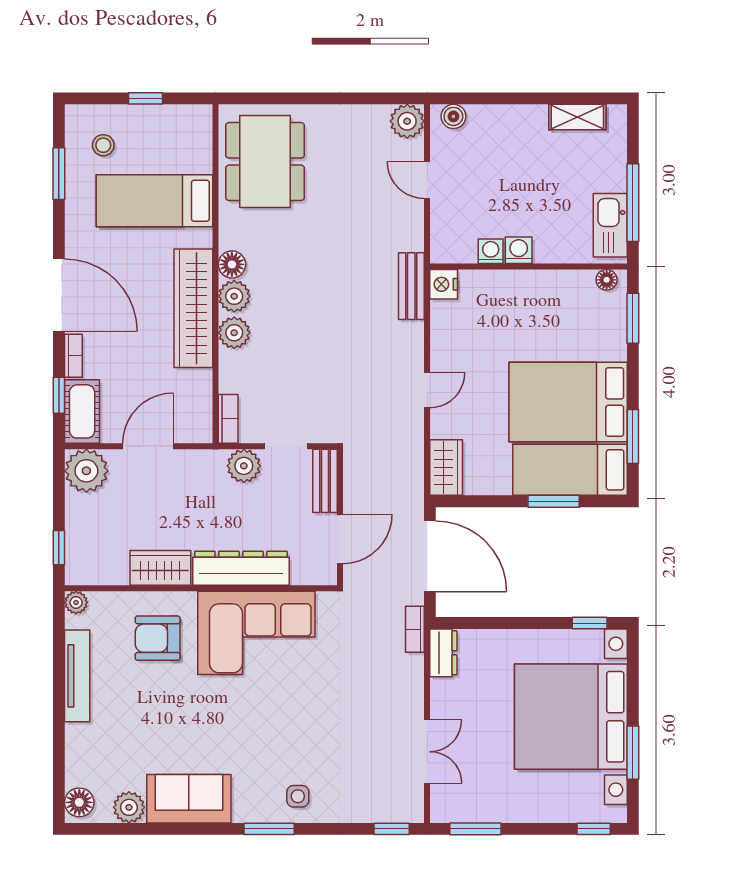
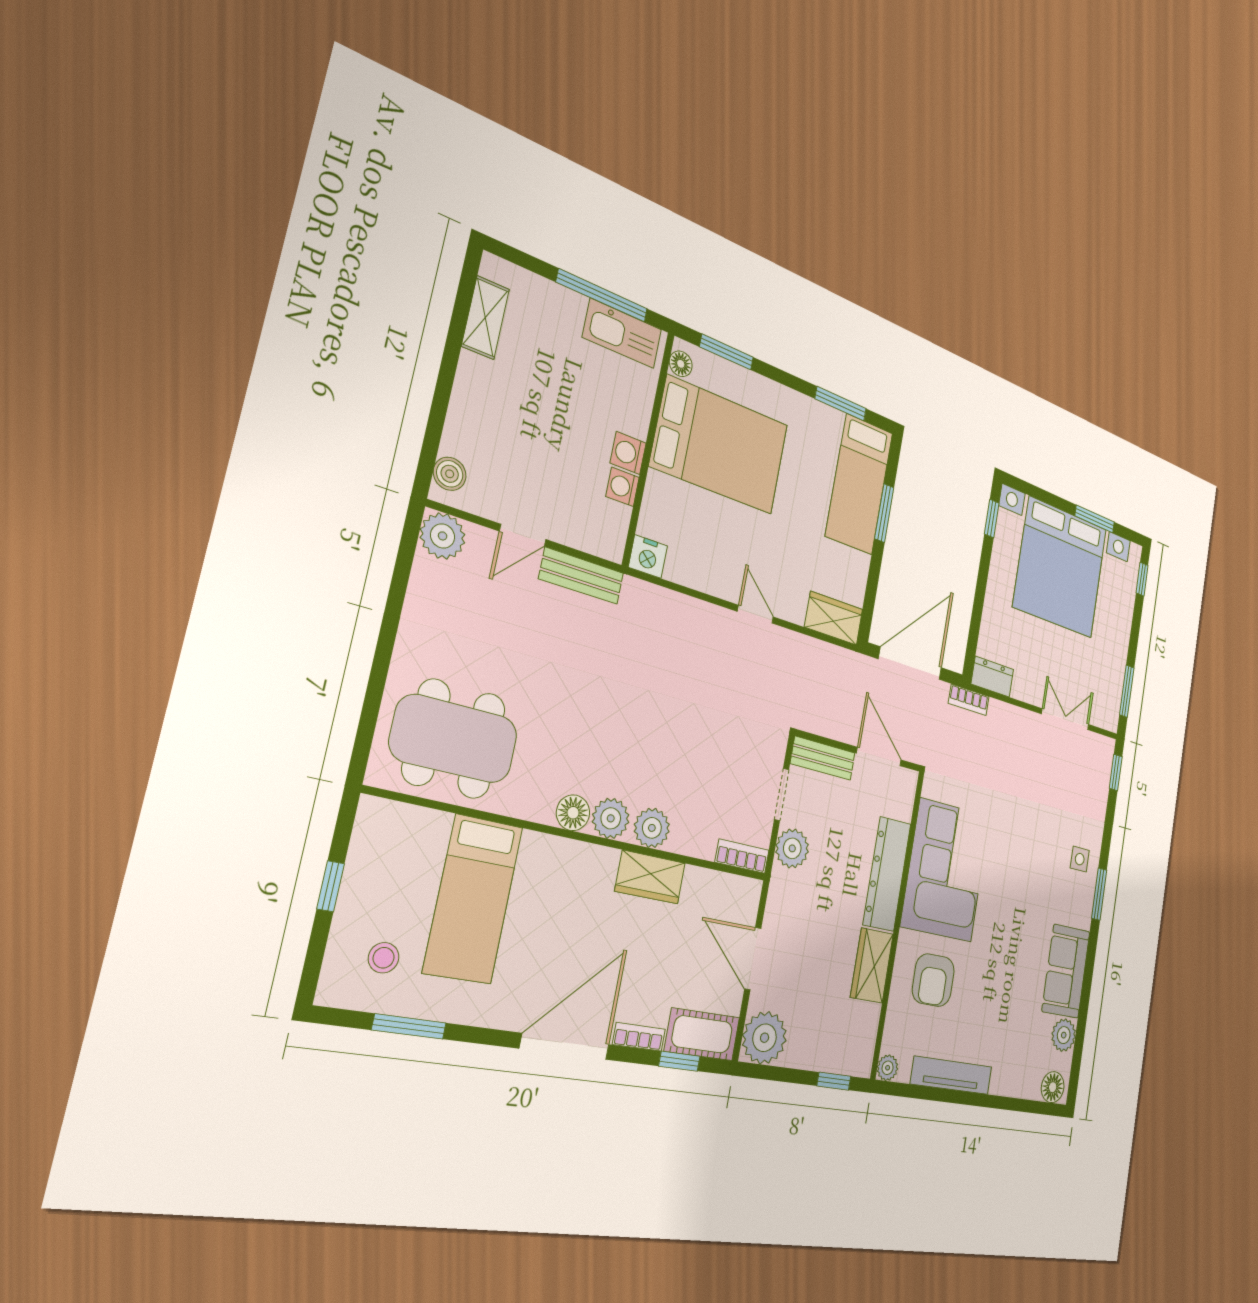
bench: (411, 286) -> (581, 576), moved
wardrobe: (193, 308) -> (650, 877), width x0.48, depth x0.85
bed: (568, 402) -> (720, 445), moved, turned -90

